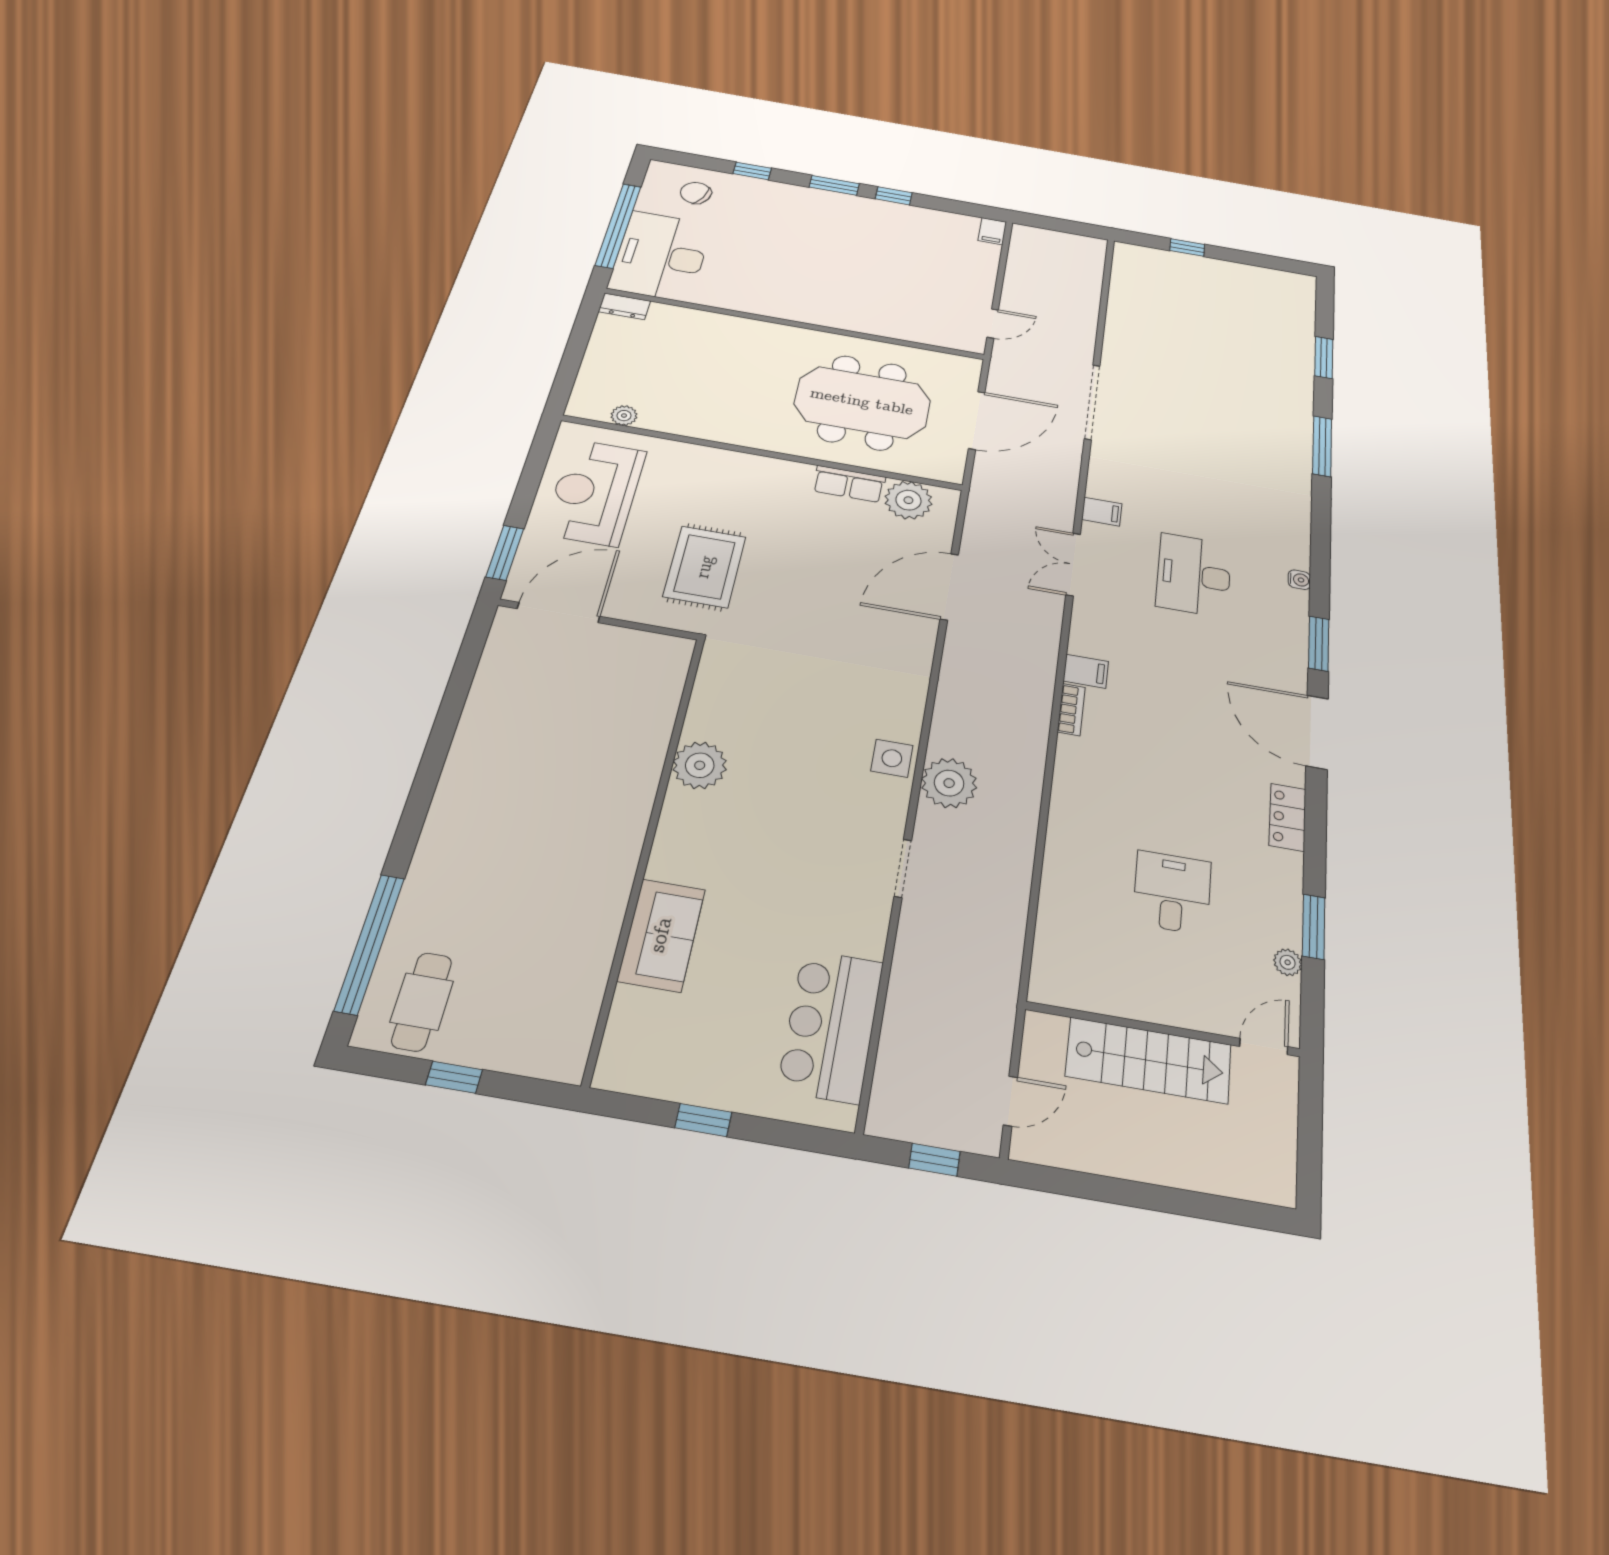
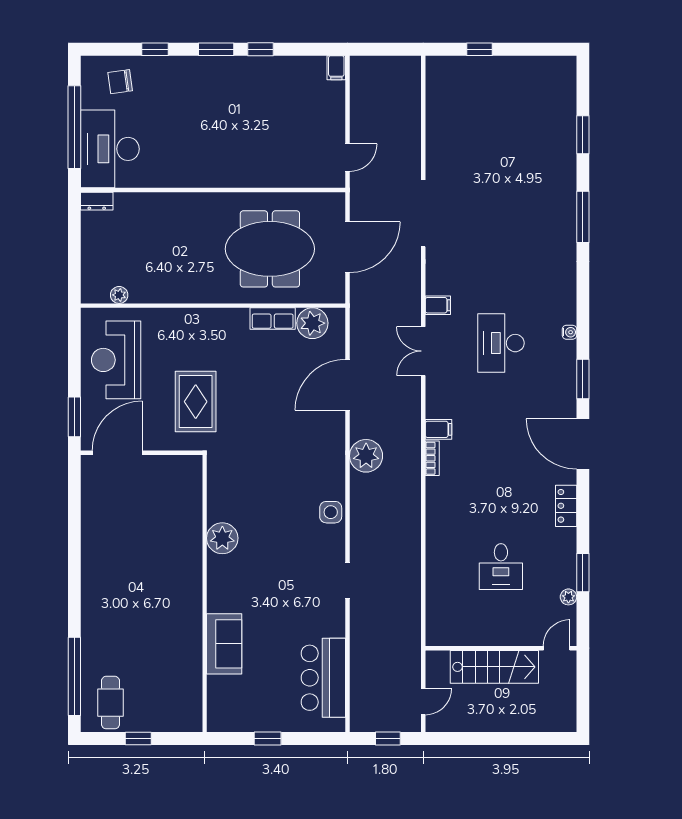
chair: (696, 193) -> (120, 82), turned -32
plant: (949, 783) -> (366, 456), moved
desk: (1172, 892) -> (501, 567), turned 180

